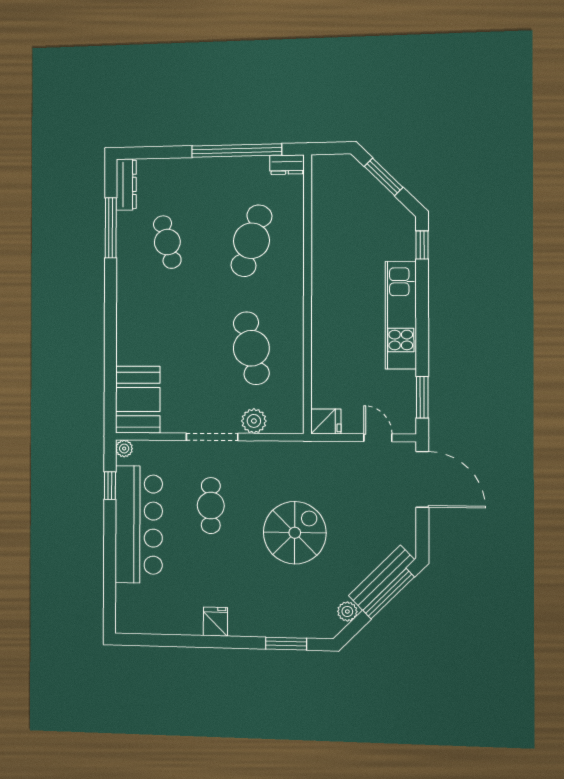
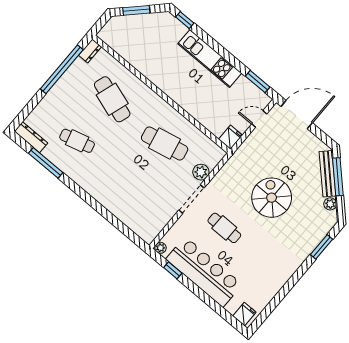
booth: (138, 400) -> (142, 221), removed
fridge: (215, 622) -> (244, 314), moved, turned 90

